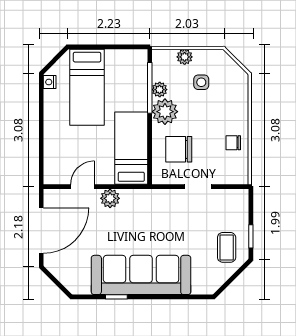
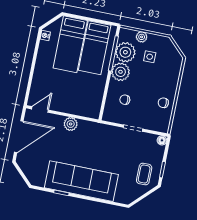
plant: (160, 90) -> (125, 52), width x1.87, depth x1.87
bed: (131, 148) -> (95, 48), moved, turned 180
chair: (179, 149) -> (125, 100), width x0.54, depth x0.54
door: (83, 187) -> (40, 109), moved
floor lamp: (242, 195) -> (162, 140), added

